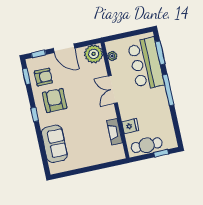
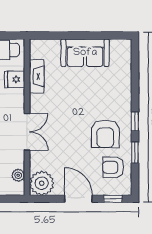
window: (26, 76) -> (135, 153), moved
sofa: (54, 144) -> (85, 53), moved, turned -90

